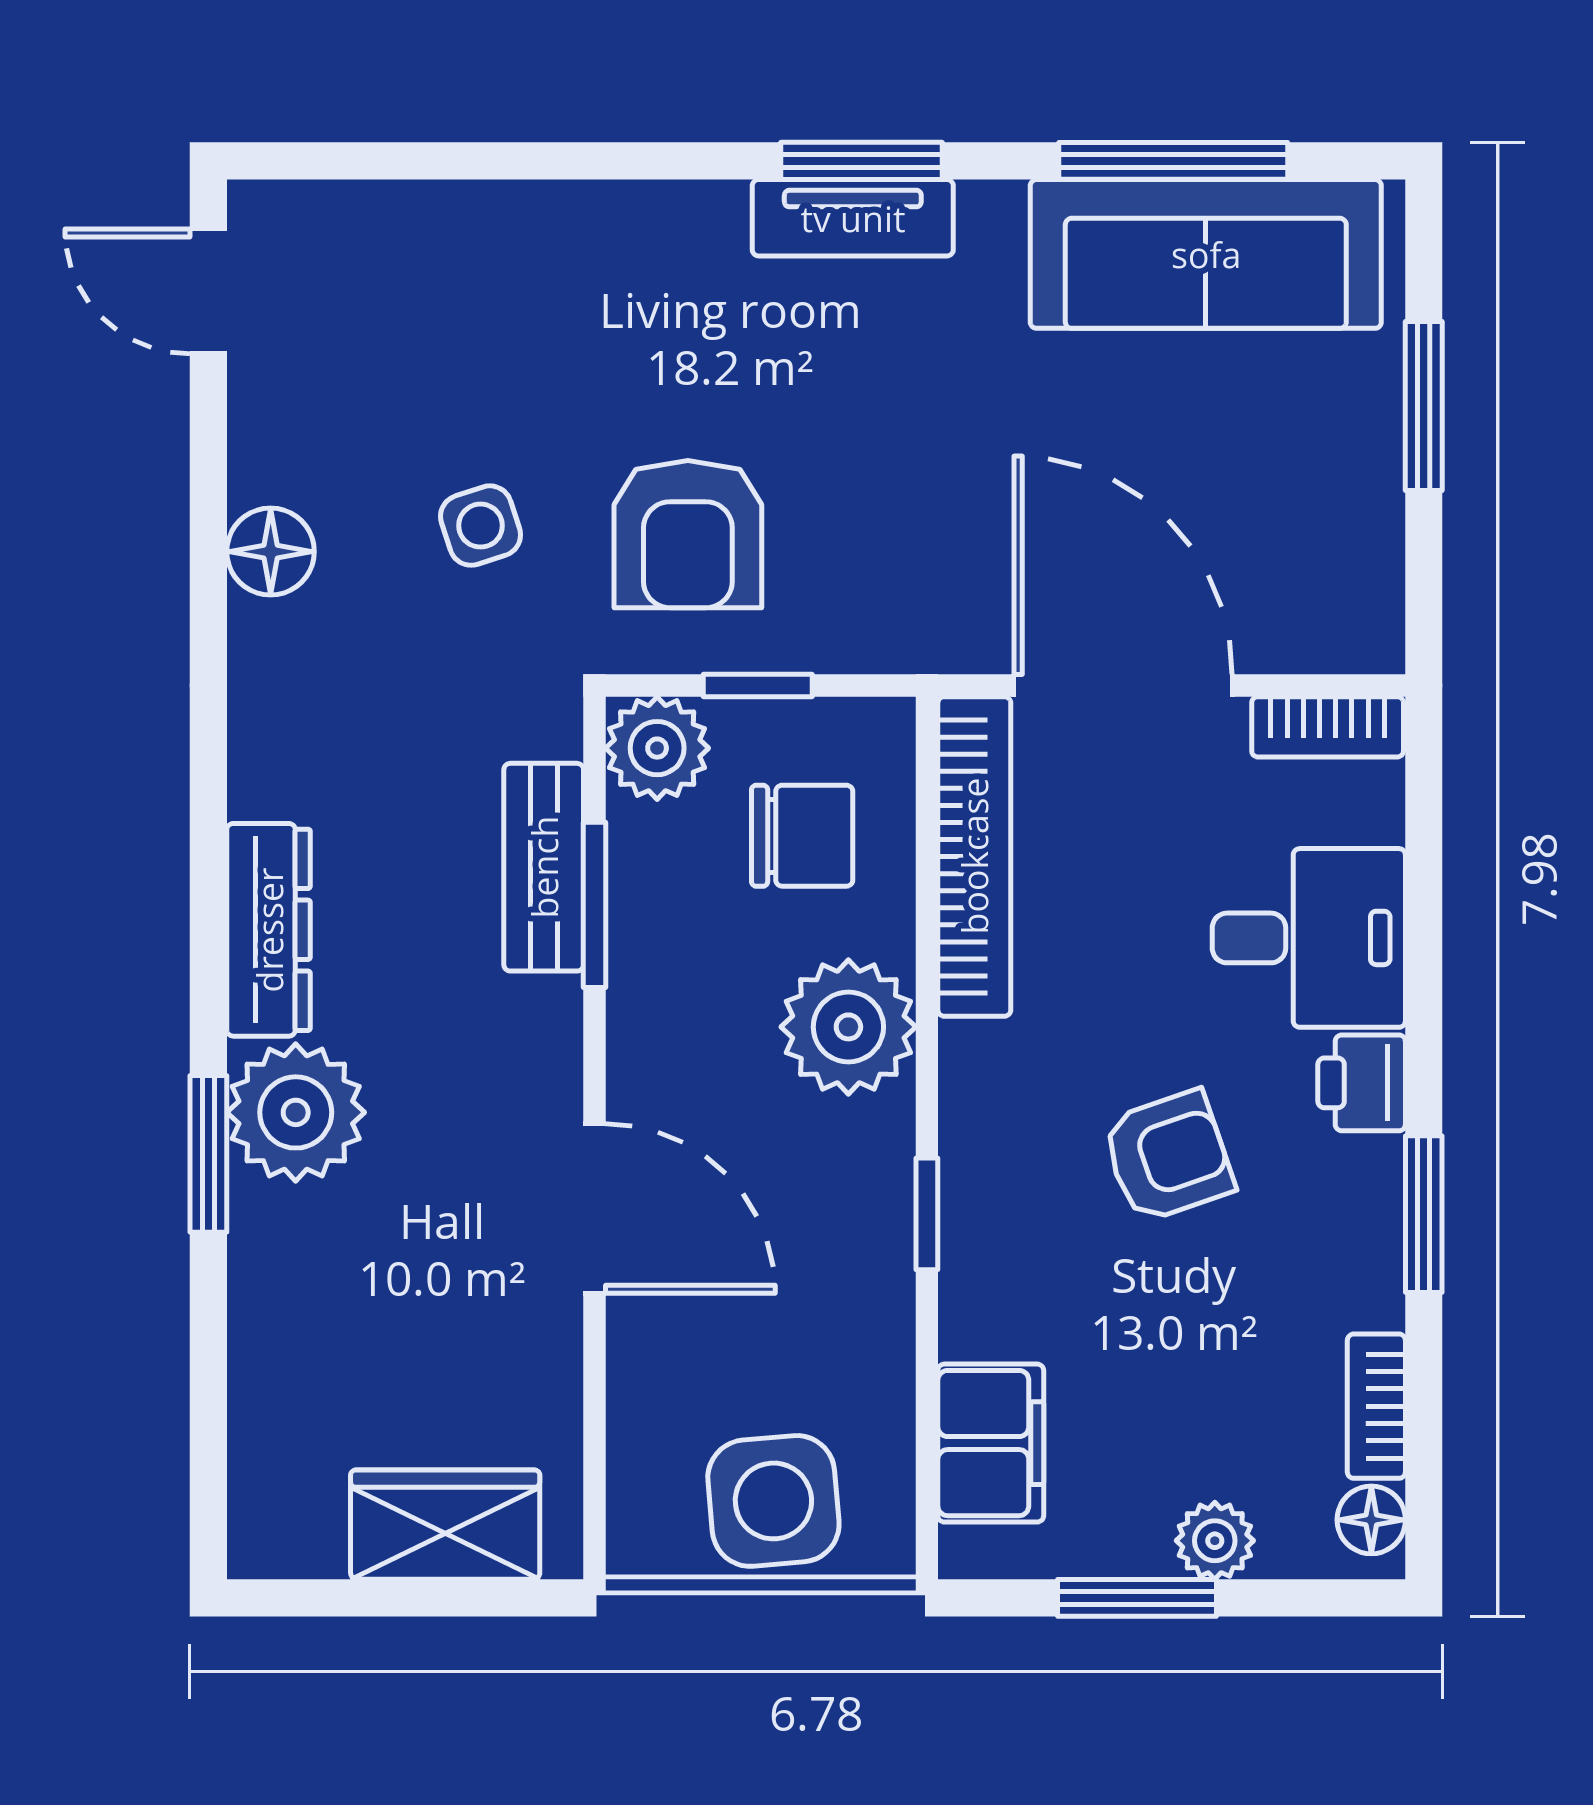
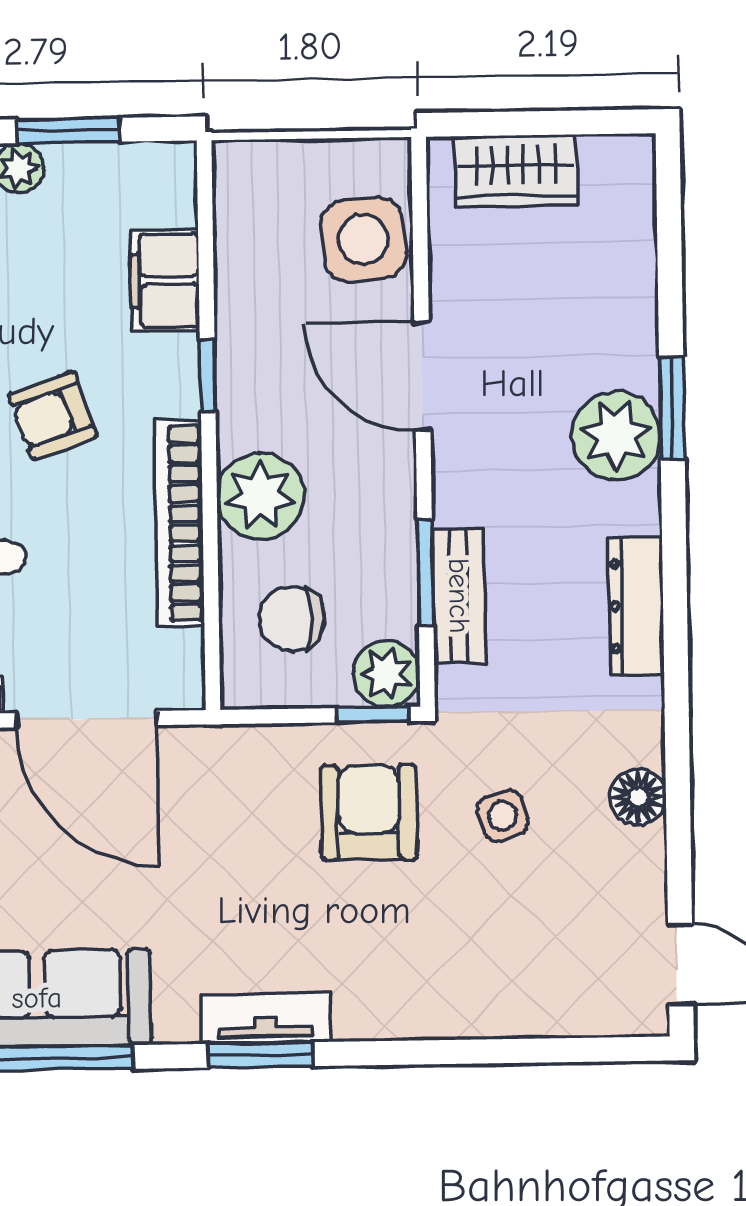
window: (758, 685) -> (373, 715), moved
bookcase: (974, 856) -> (179, 523), moved
dresser: (269, 930) -> (636, 606), moved
filing cabinet: (991, 1443) -> (165, 280), moved
side table: (773, 1501) -> (363, 240), moved

